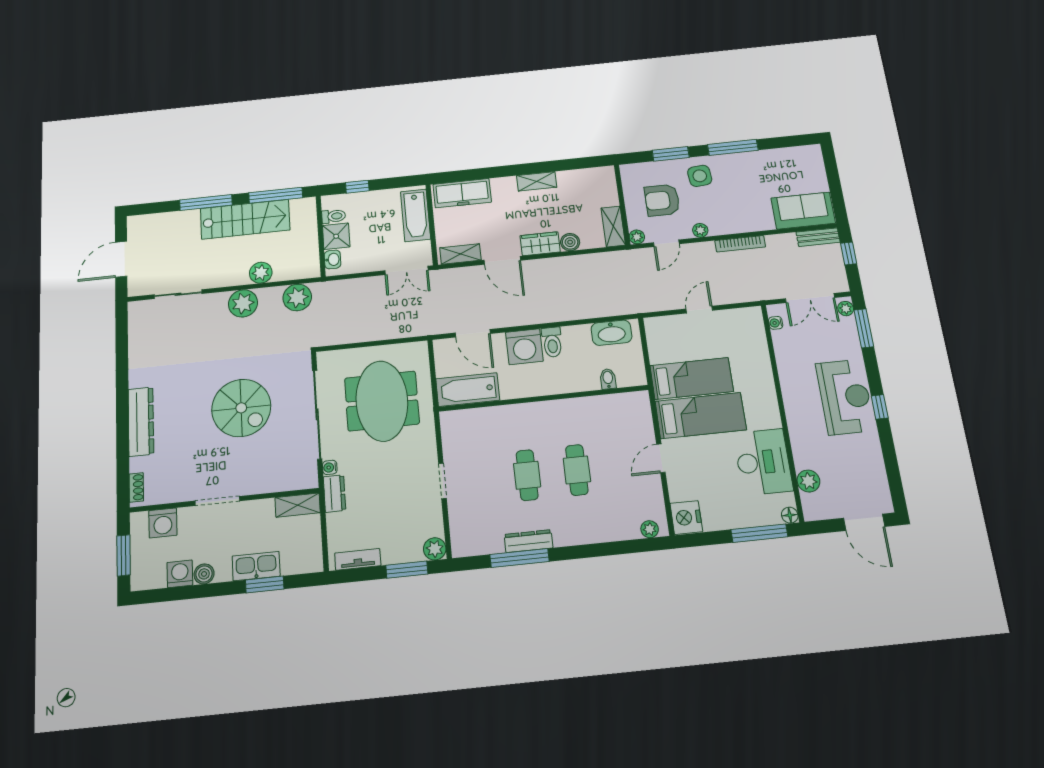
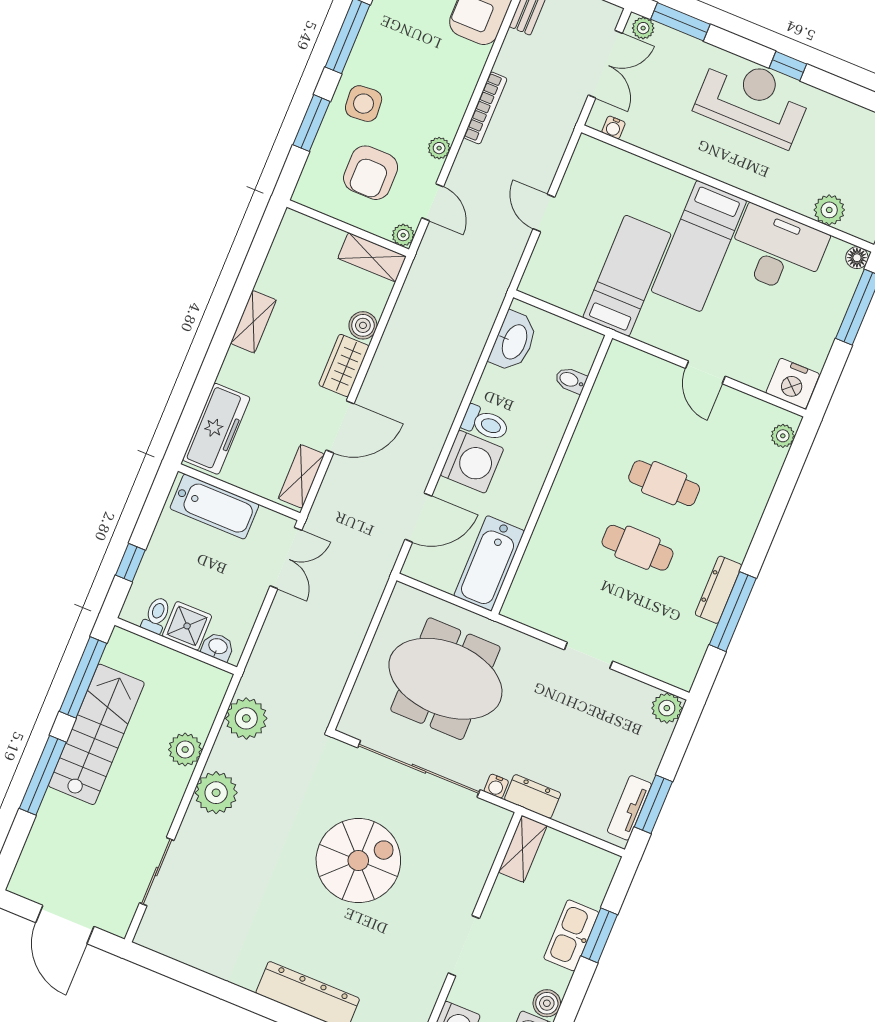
bed: (701, 416) -> (699, 246), moved, turned 180
window: (407, 570) -> (653, 804), moved

